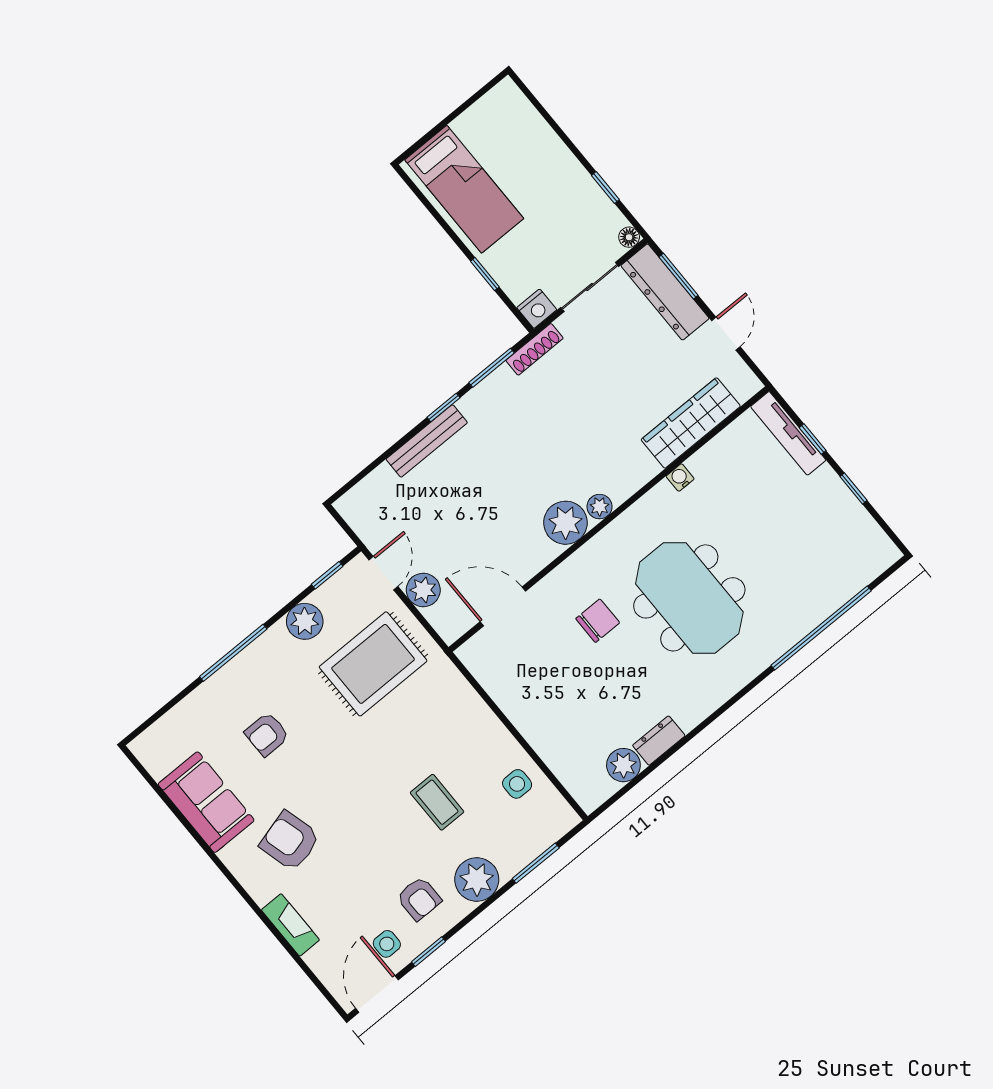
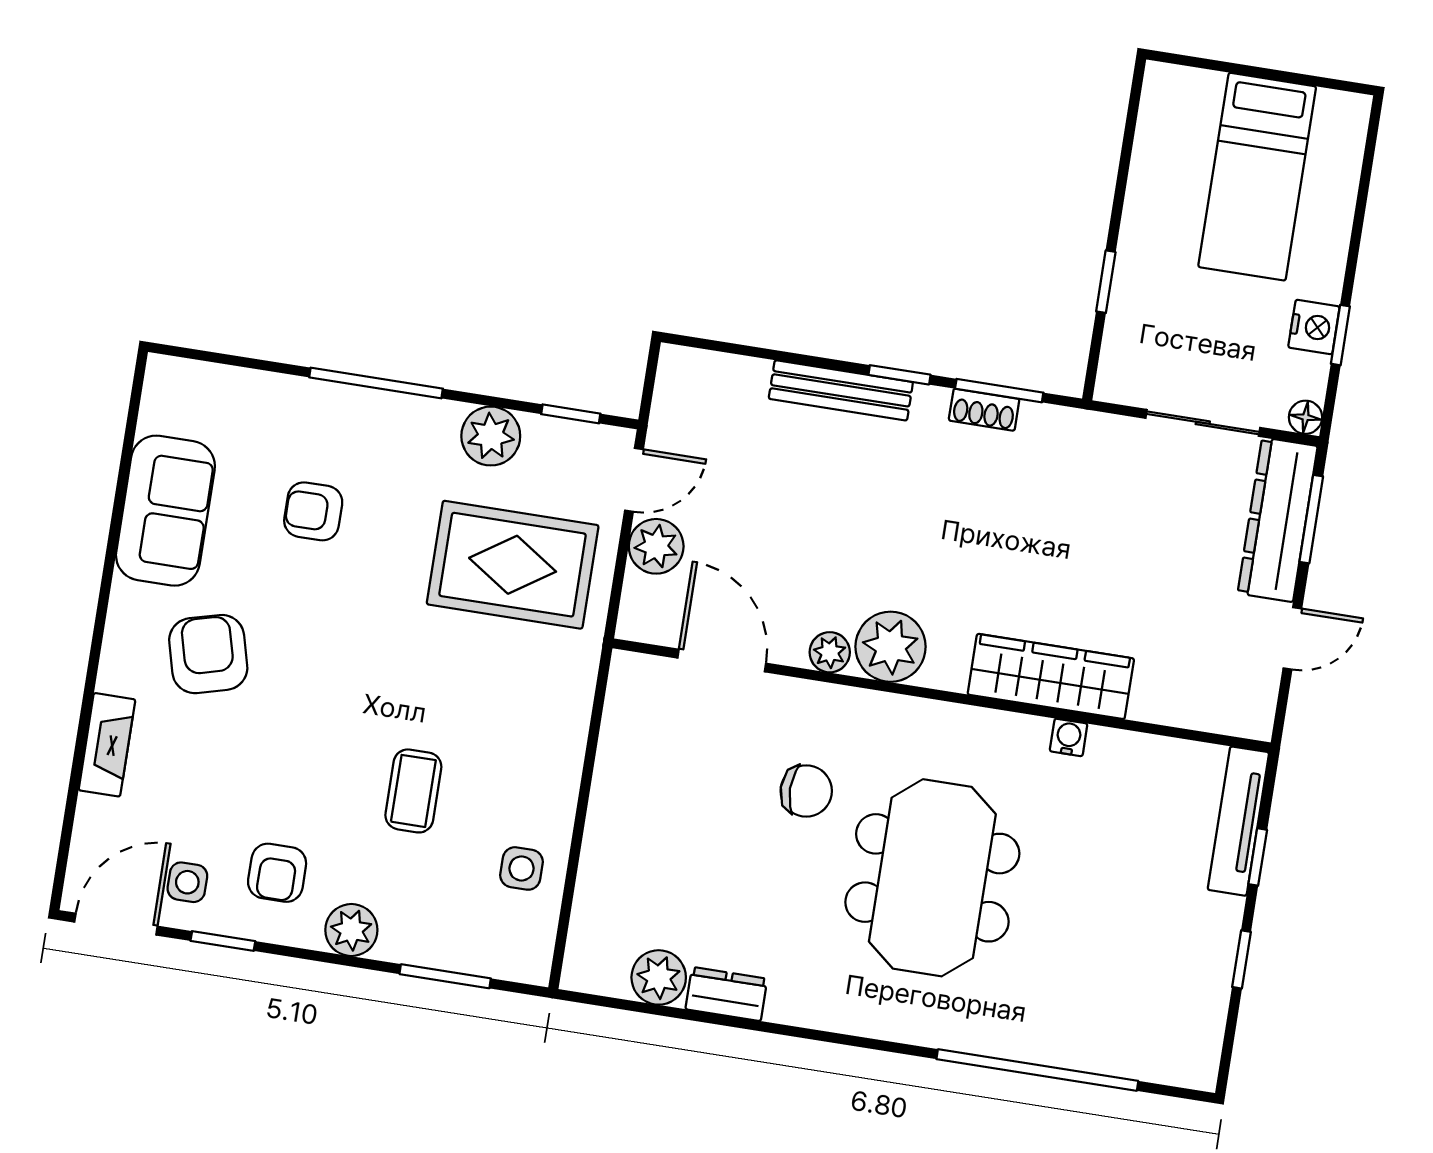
bed: (464, 189) -> (1257, 177), moved
nightstand: (537, 309) -> (1314, 327), moved, turned -90
shoe rack: (535, 349) -> (984, 410), moved, width x0.70
wardrobe: (691, 423) -> (1051, 676), moved
plant: (600, 507) -> (830, 652), moved
plant: (477, 879) -> (351, 930), width x0.73, depth x0.73

